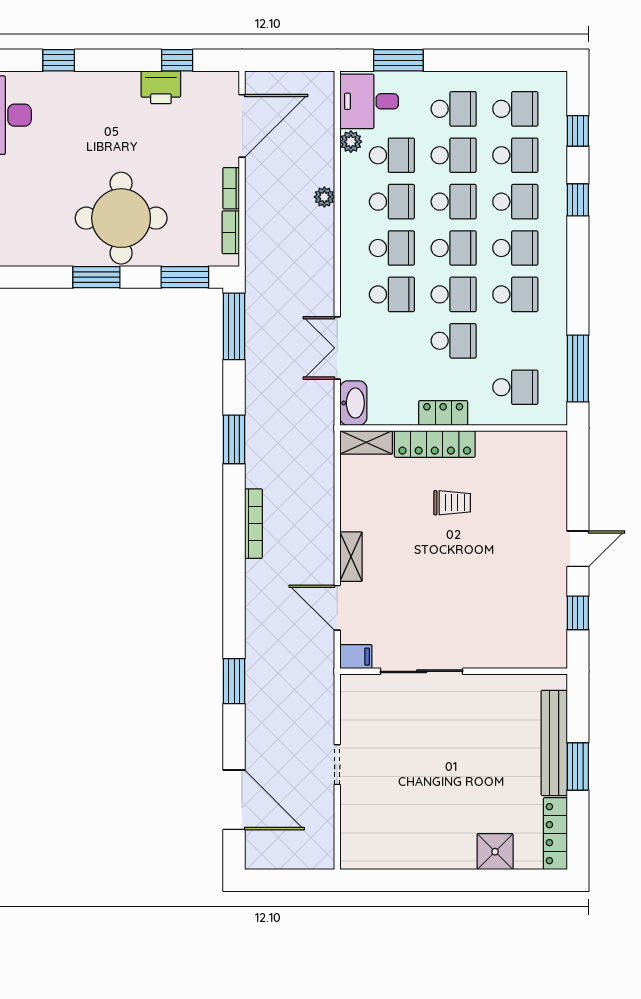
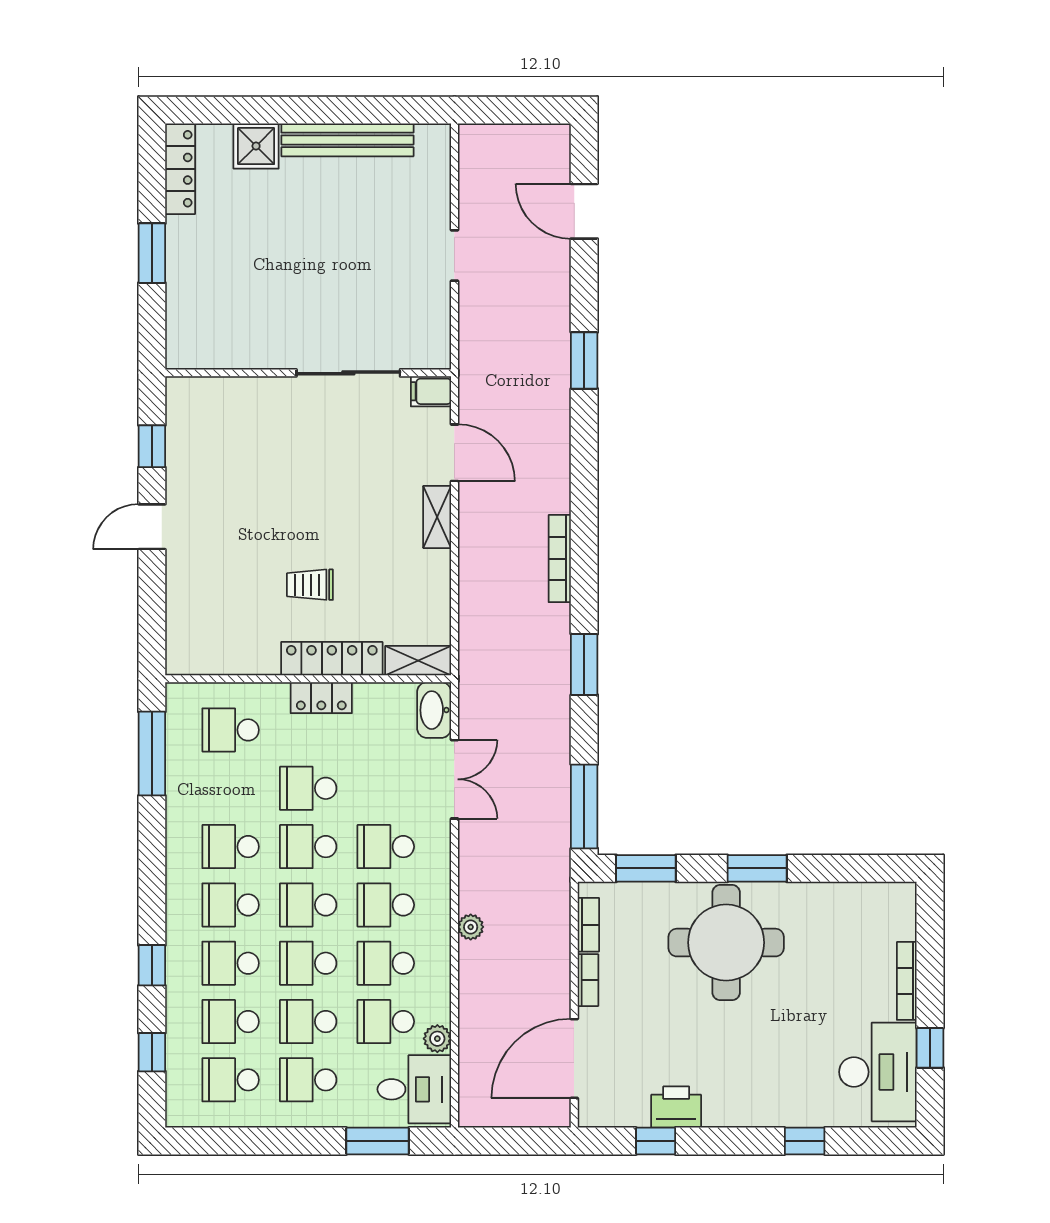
plant: (324, 197) -> (471, 927), moved
bench: (554, 743) -> (347, 140), moved, turned 90
door: (234, 800) -> (584, 211), width x0.73

